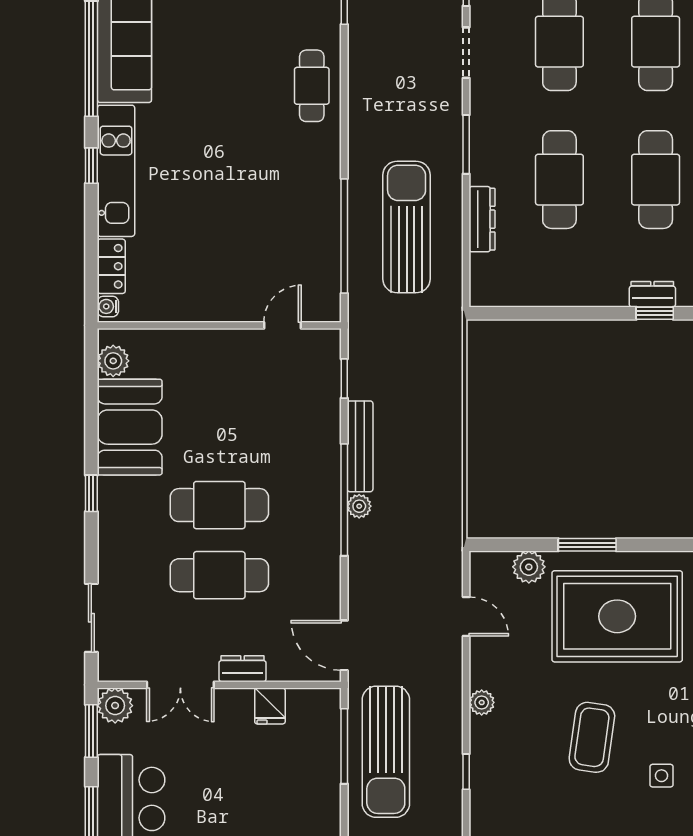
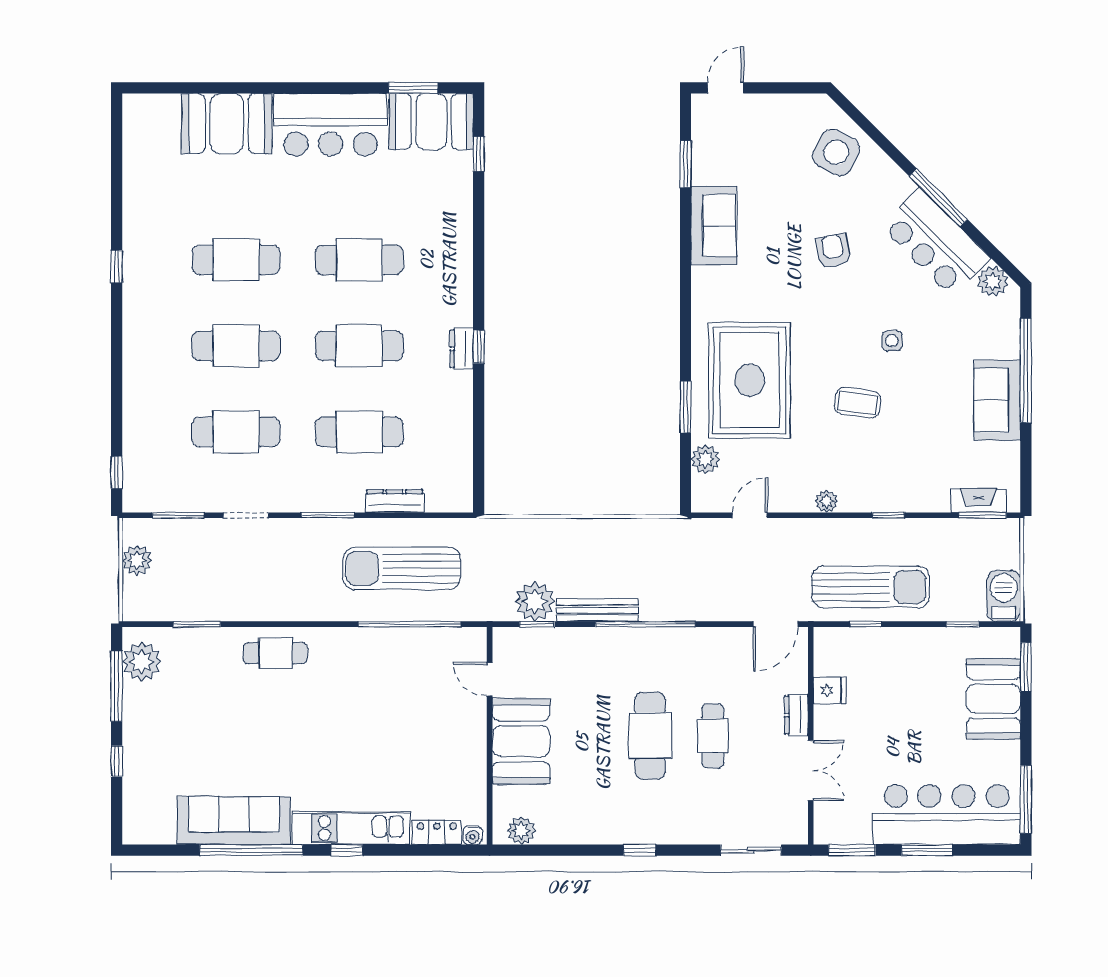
booth: (130, 427) -> (521, 741), moved, turned 90
plant: (359, 506) -> (535, 601), moved, width x1.88, depth x1.88
cafe table: (219, 575) -> (713, 736), width x0.73, depth x0.74
plant: (115, 706) -> (829, 829), removed
coffee table: (592, 737) -> (858, 403), width x0.73, depth x0.77
window: (344, 746) -> (866, 624), width x0.46

